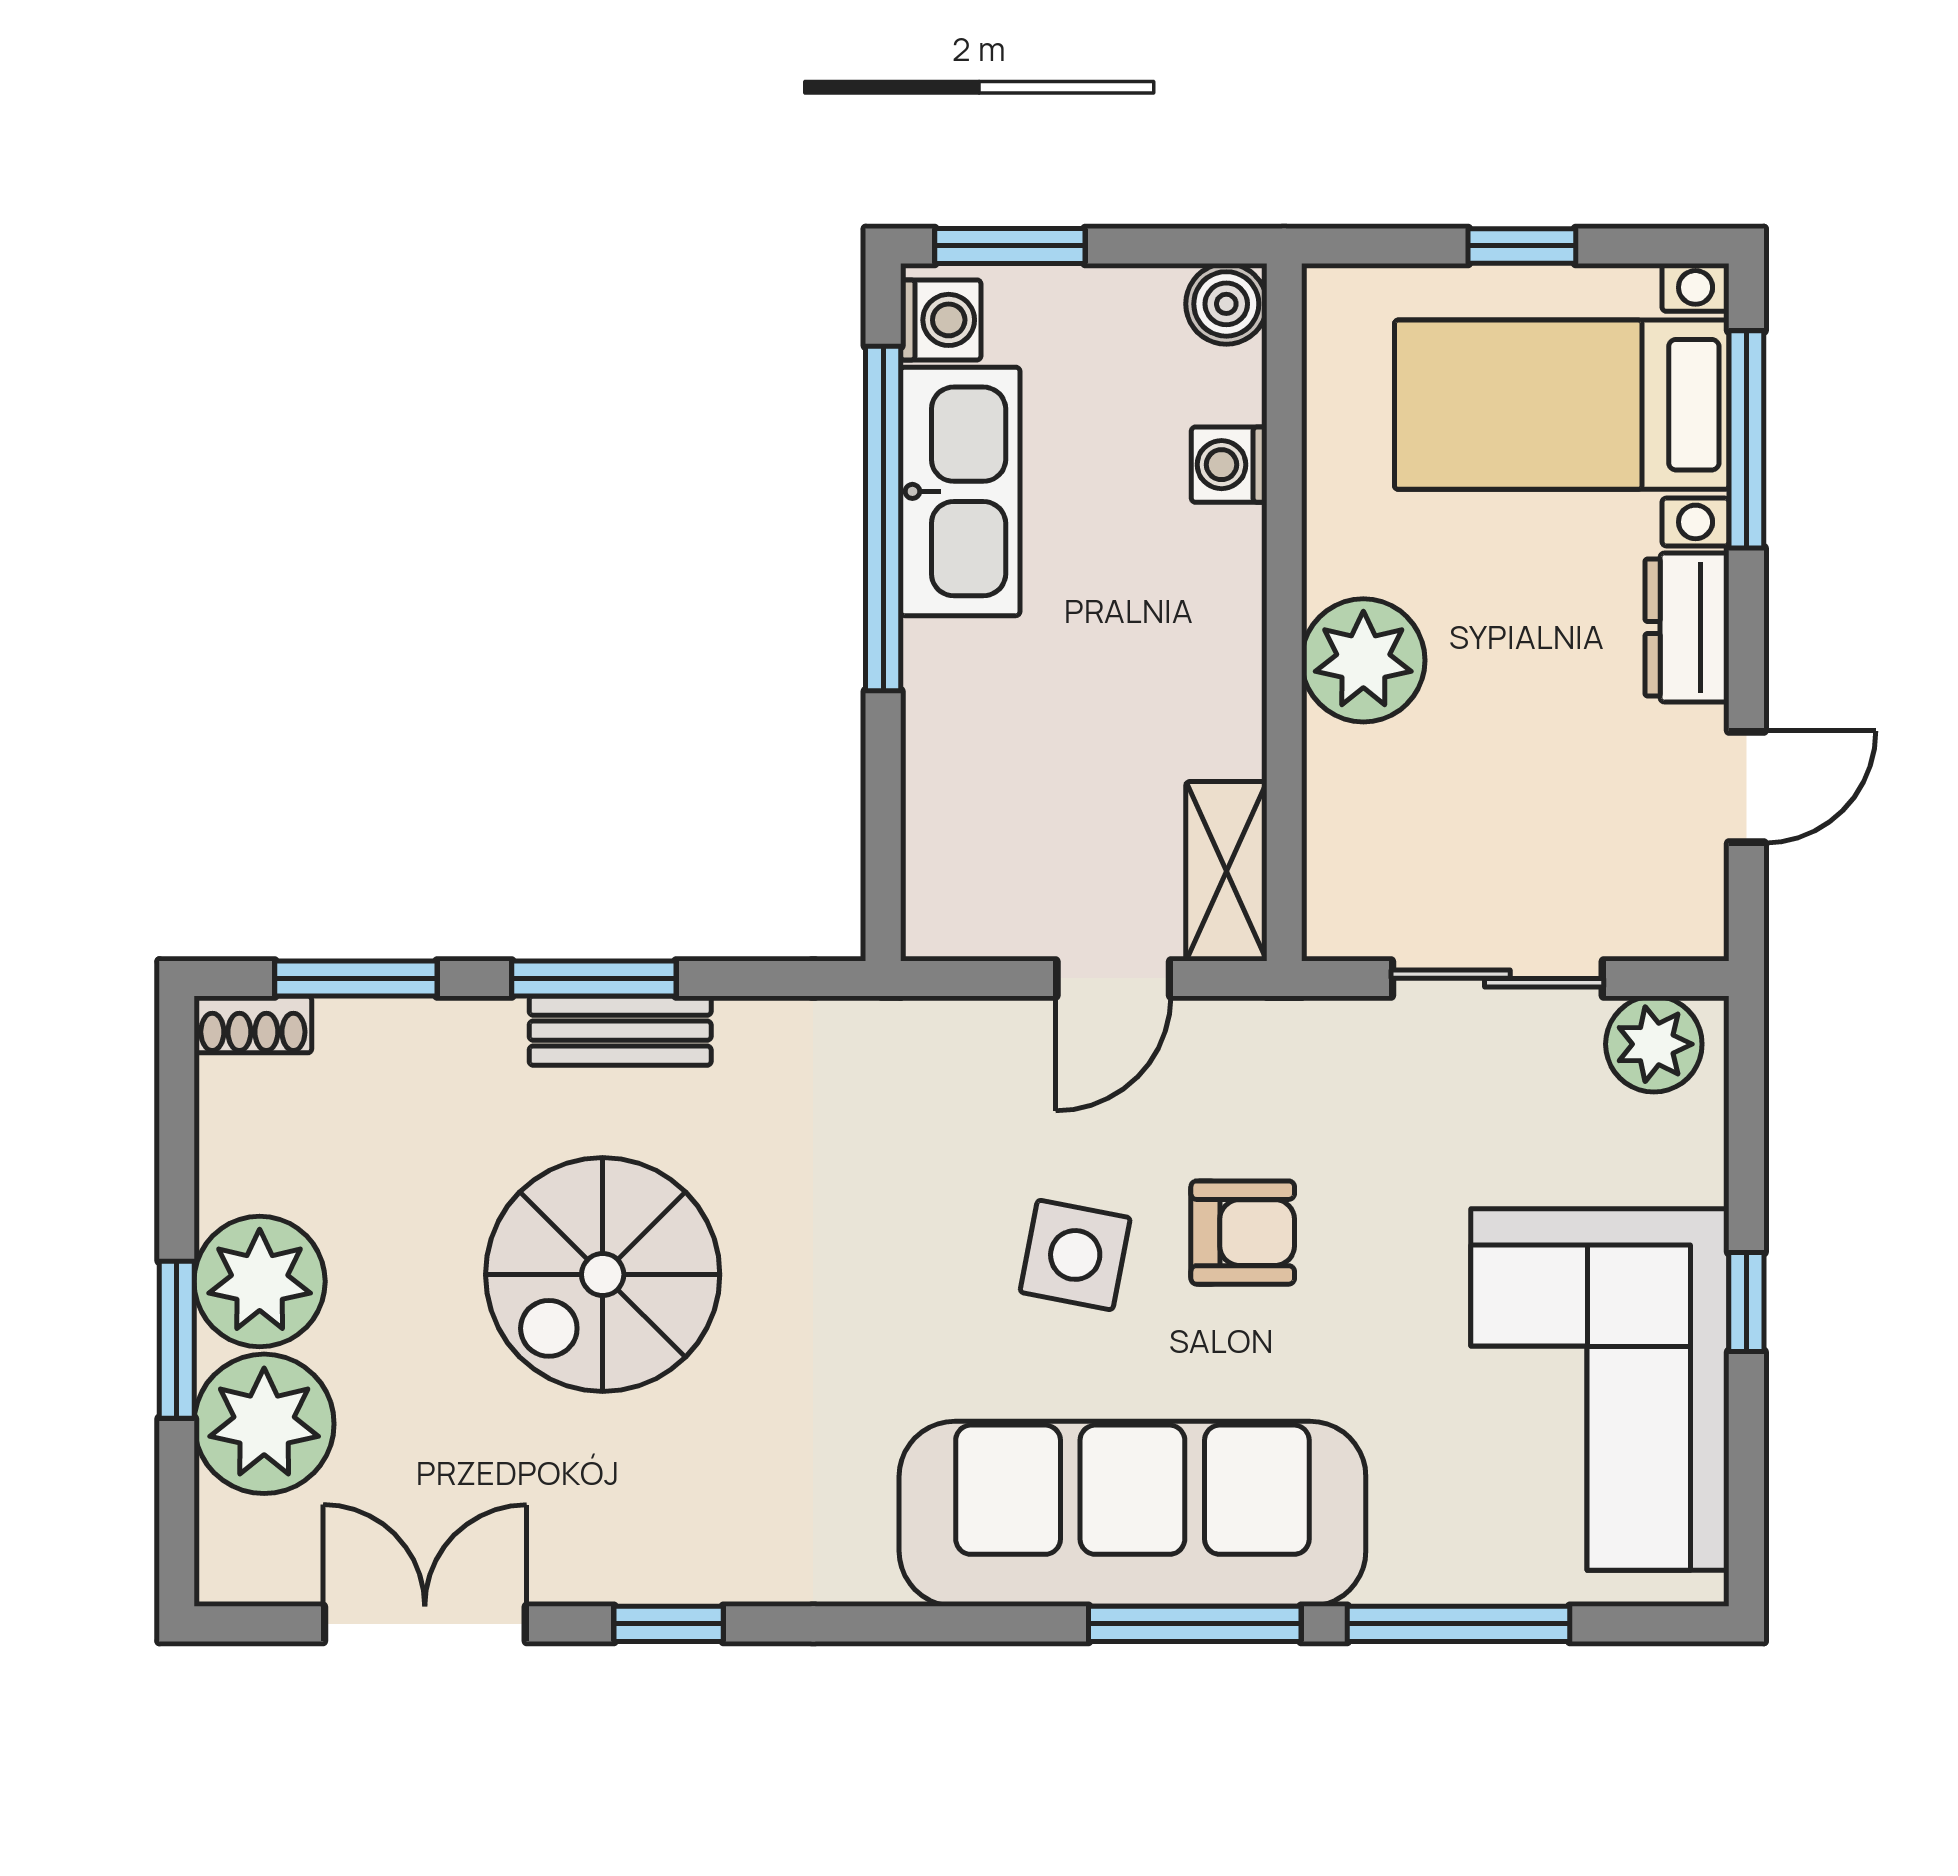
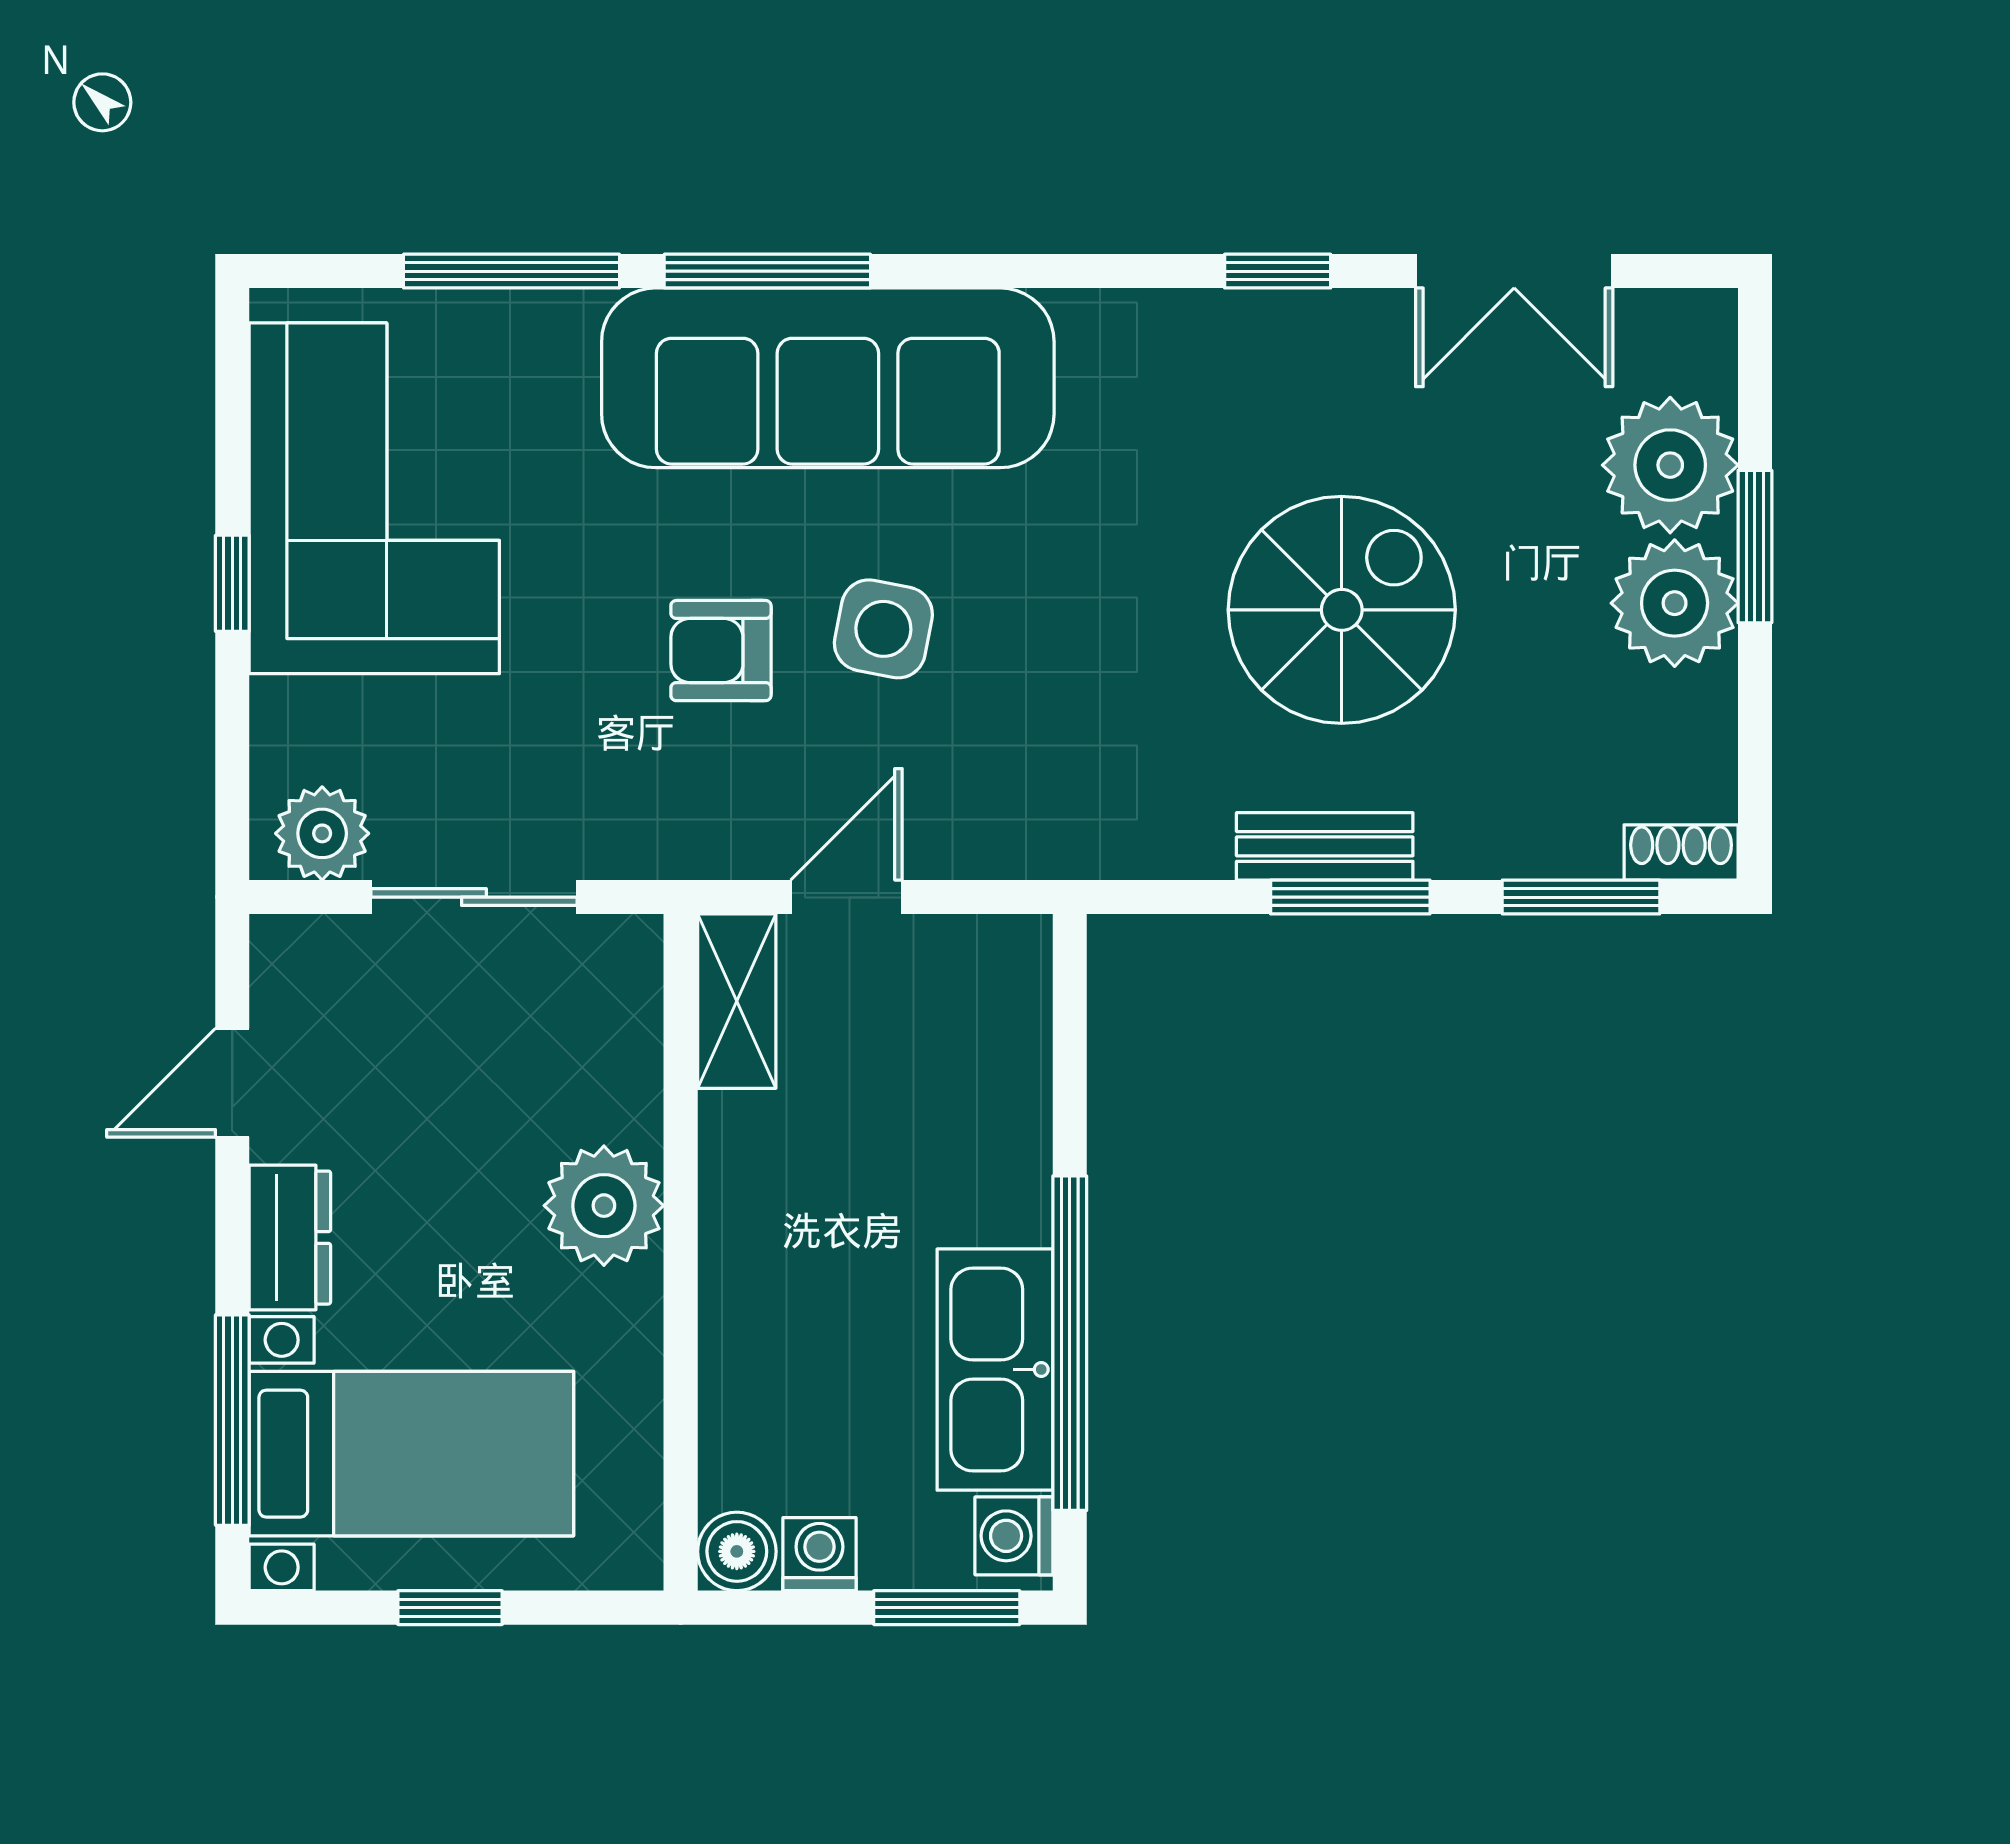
washing machine: (1229, 465) -> (819, 1554), moved, turned -90

